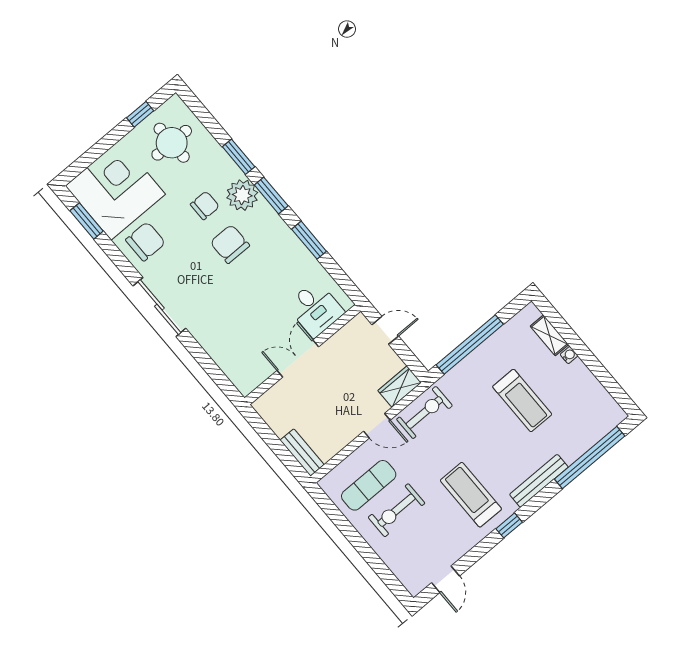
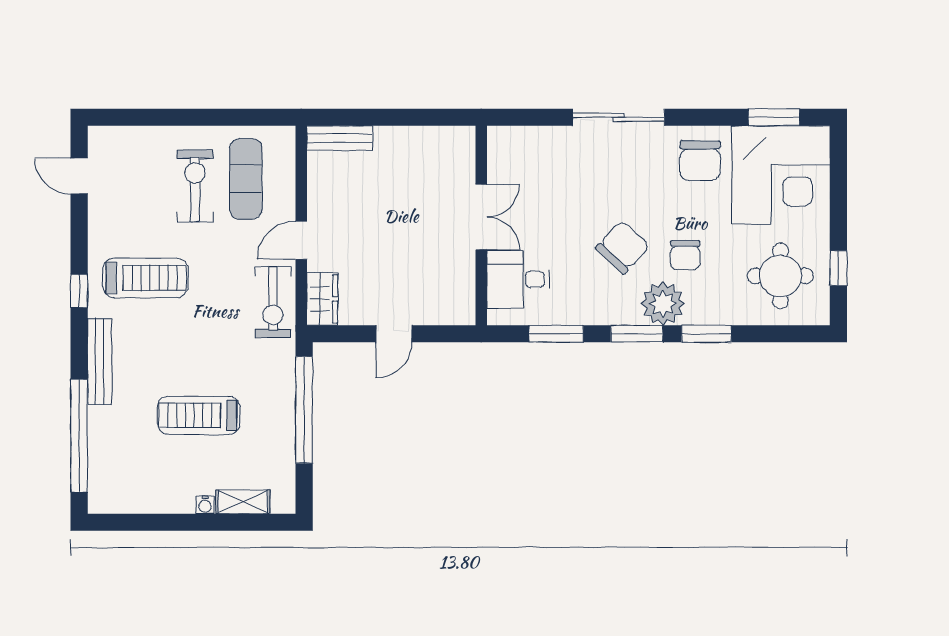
chair: (230, 244) -> (623, 247), turned -47
desk: (315, 309) -> (518, 279), moved
wall: (303, 355) -> (481, 226), moved
double door: (298, 359) -> (481, 217), moved

